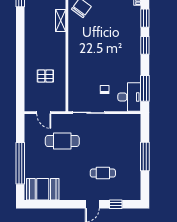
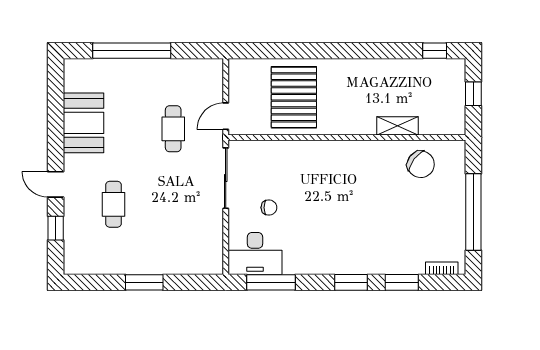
pallet: (45, 76) -> (294, 97), width x2.05, depth x2.00
door: (44, 113) -> (226, 116), moved
cafe table: (62, 141) -> (173, 129), width x0.73, depth x0.74
window: (145, 156) -> (144, 282), width x0.69
booth: (43, 189) -> (83, 123), moved

